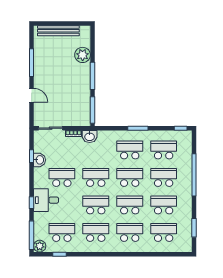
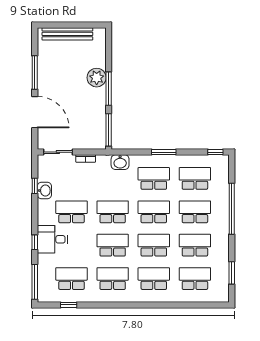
plant: (83, 55) -> (97, 78), moved
door: (32, 95) -> (35, 112), width x1.88
washbasin: (90, 136) -> (120, 162), moved
plant: (40, 246) -> (45, 295), removed

